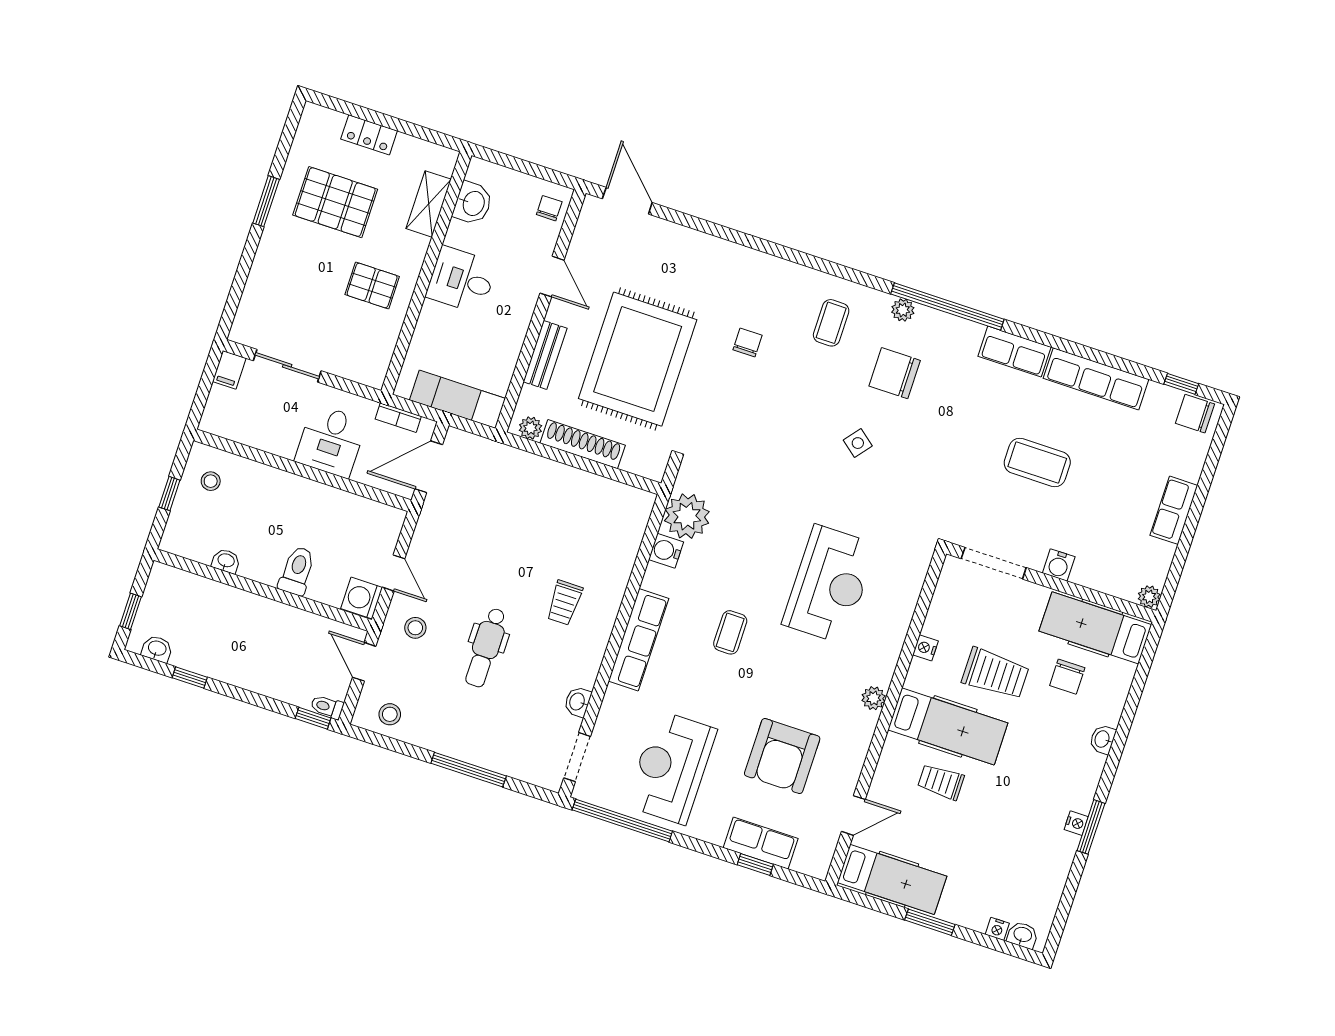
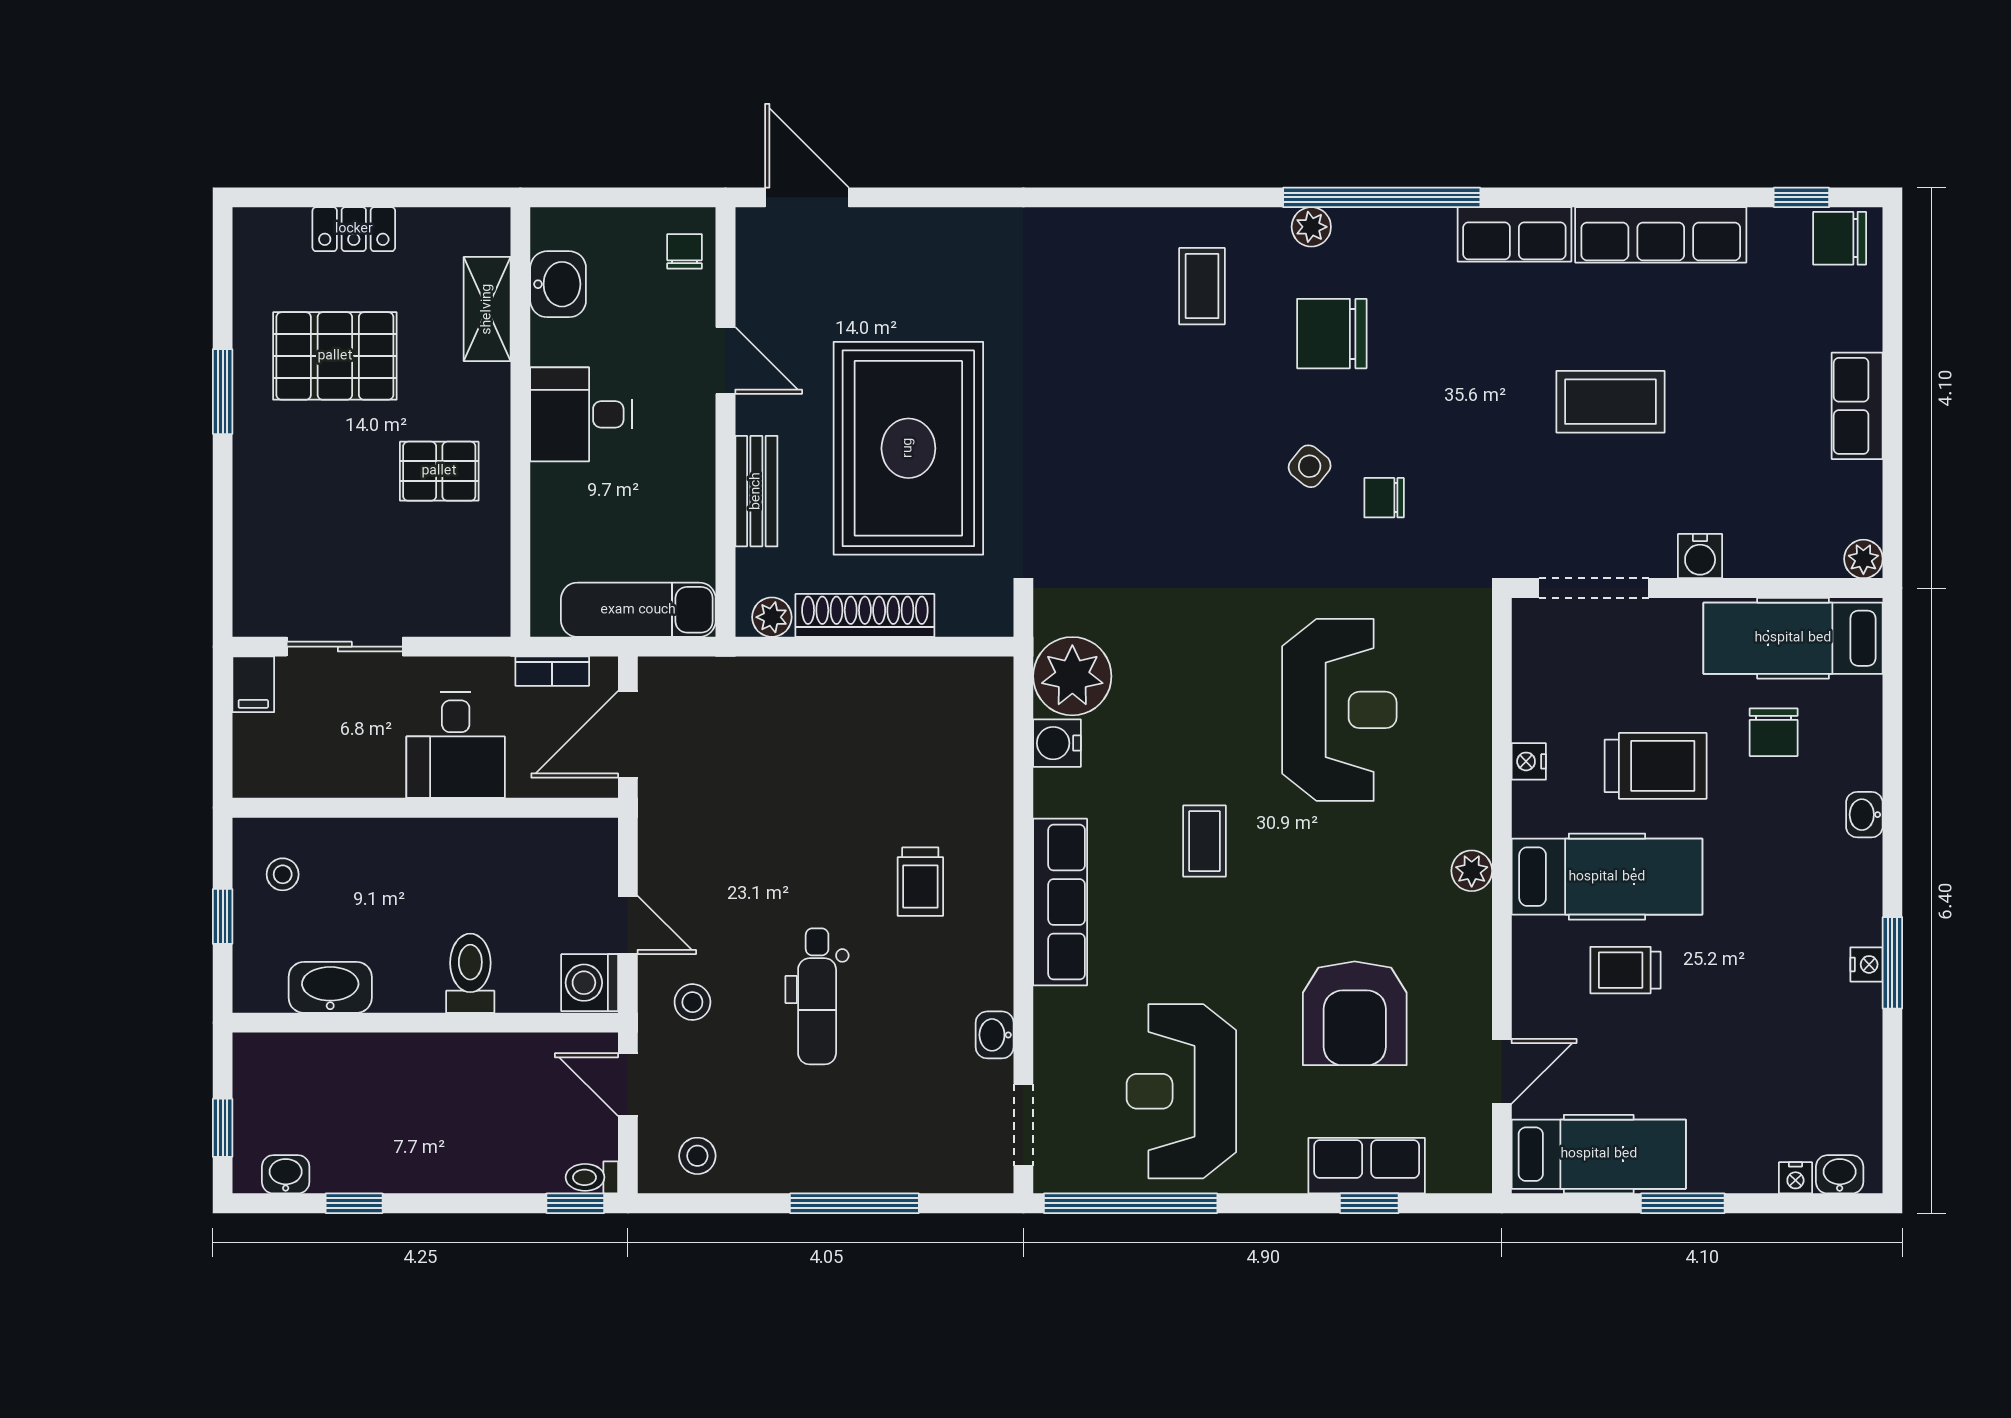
chair: (747, 342) -> (1384, 498), moved, turned -90
washbasin: (226, 561) -> (330, 987), width x1.91, depth x1.45

